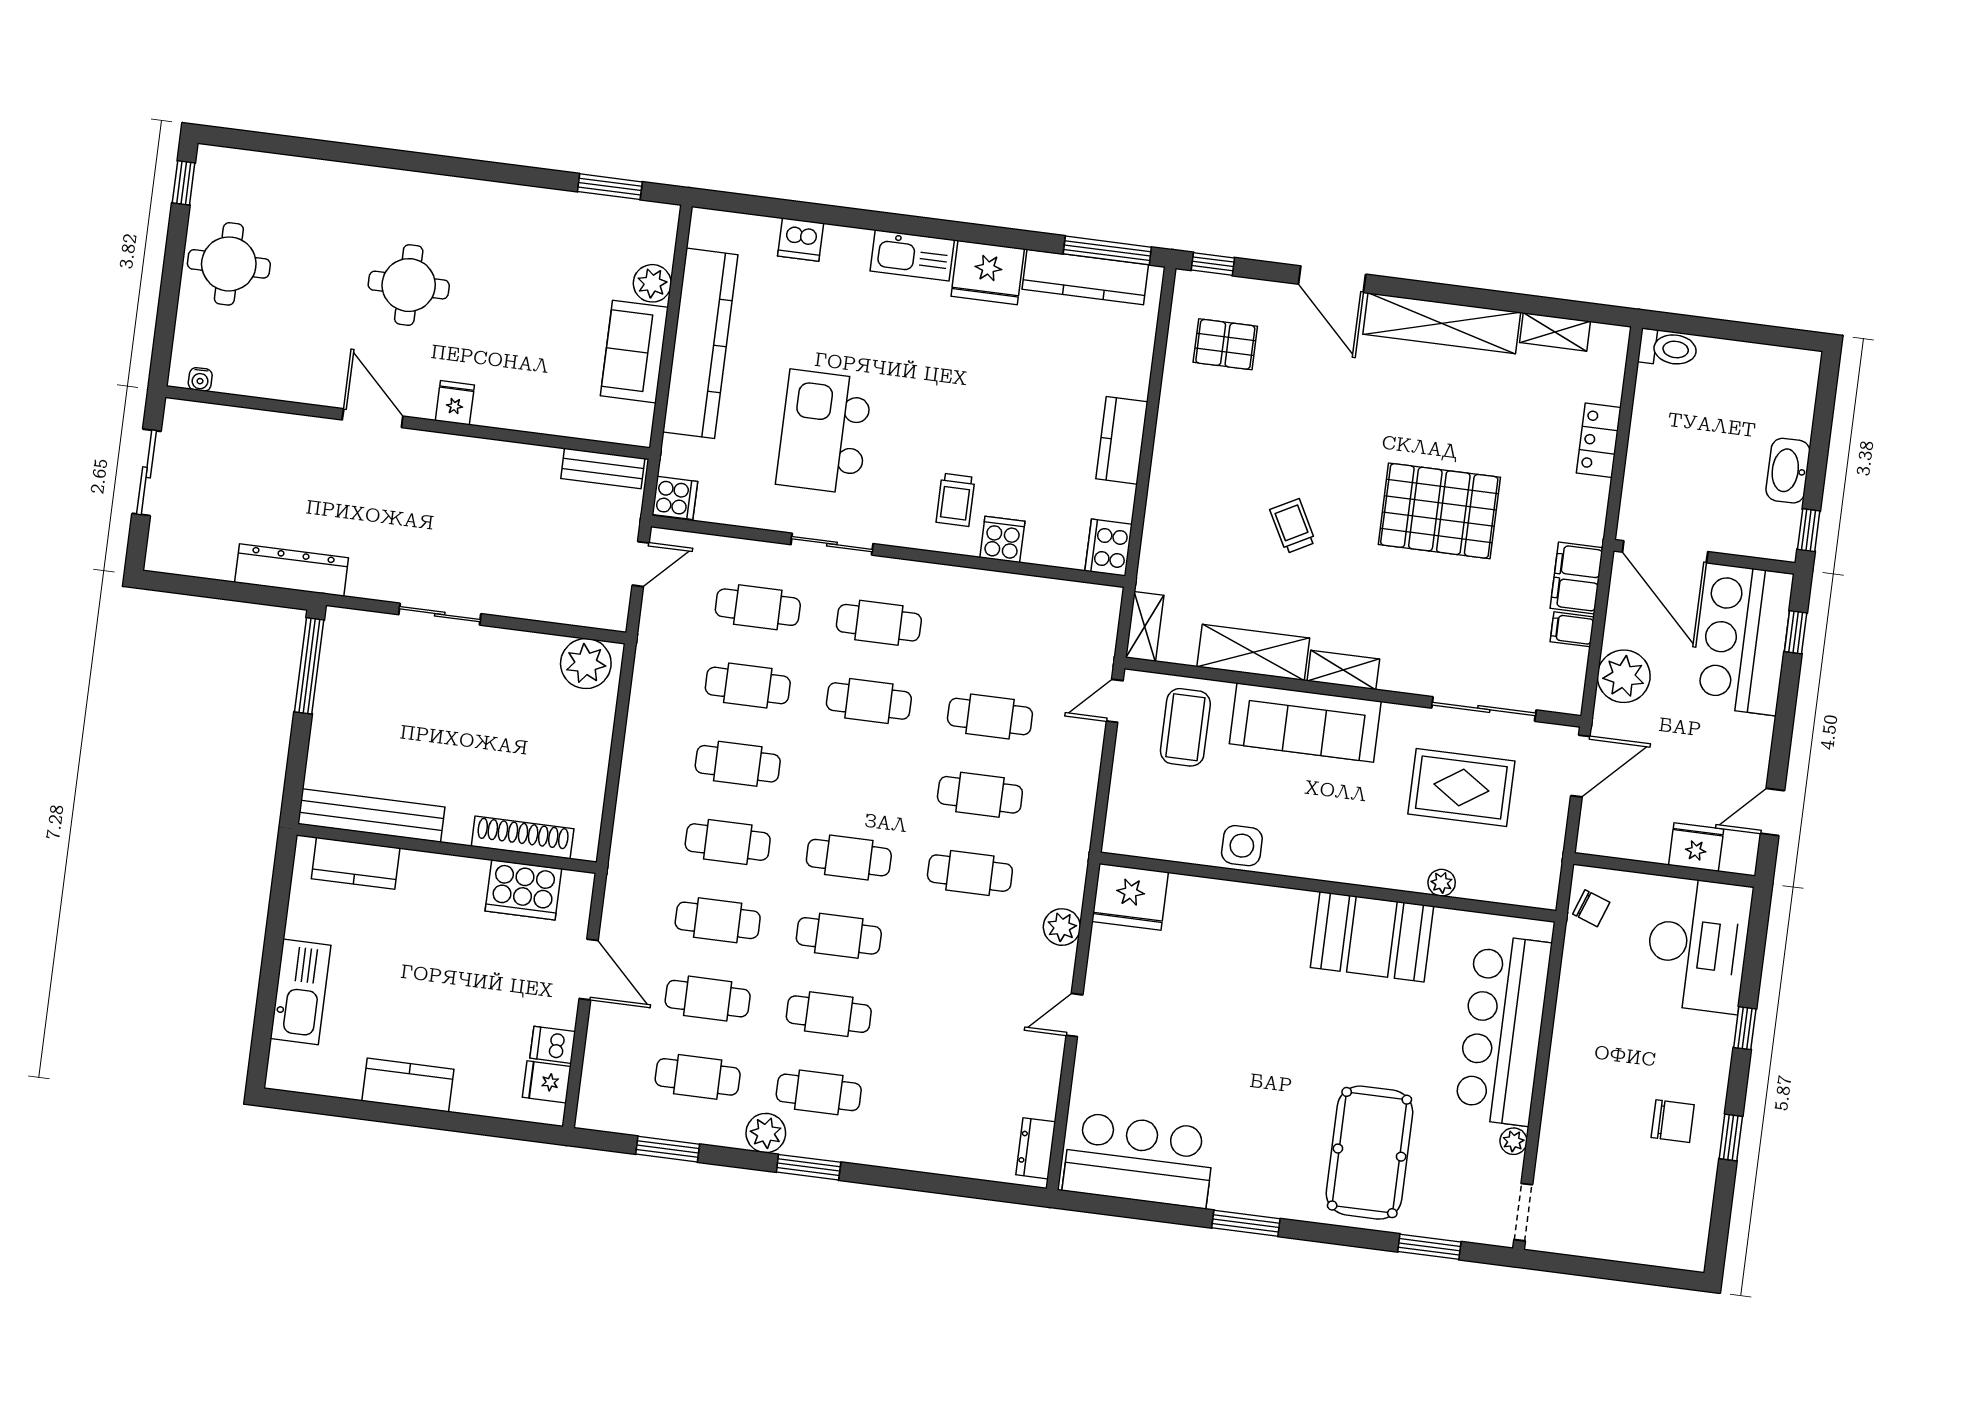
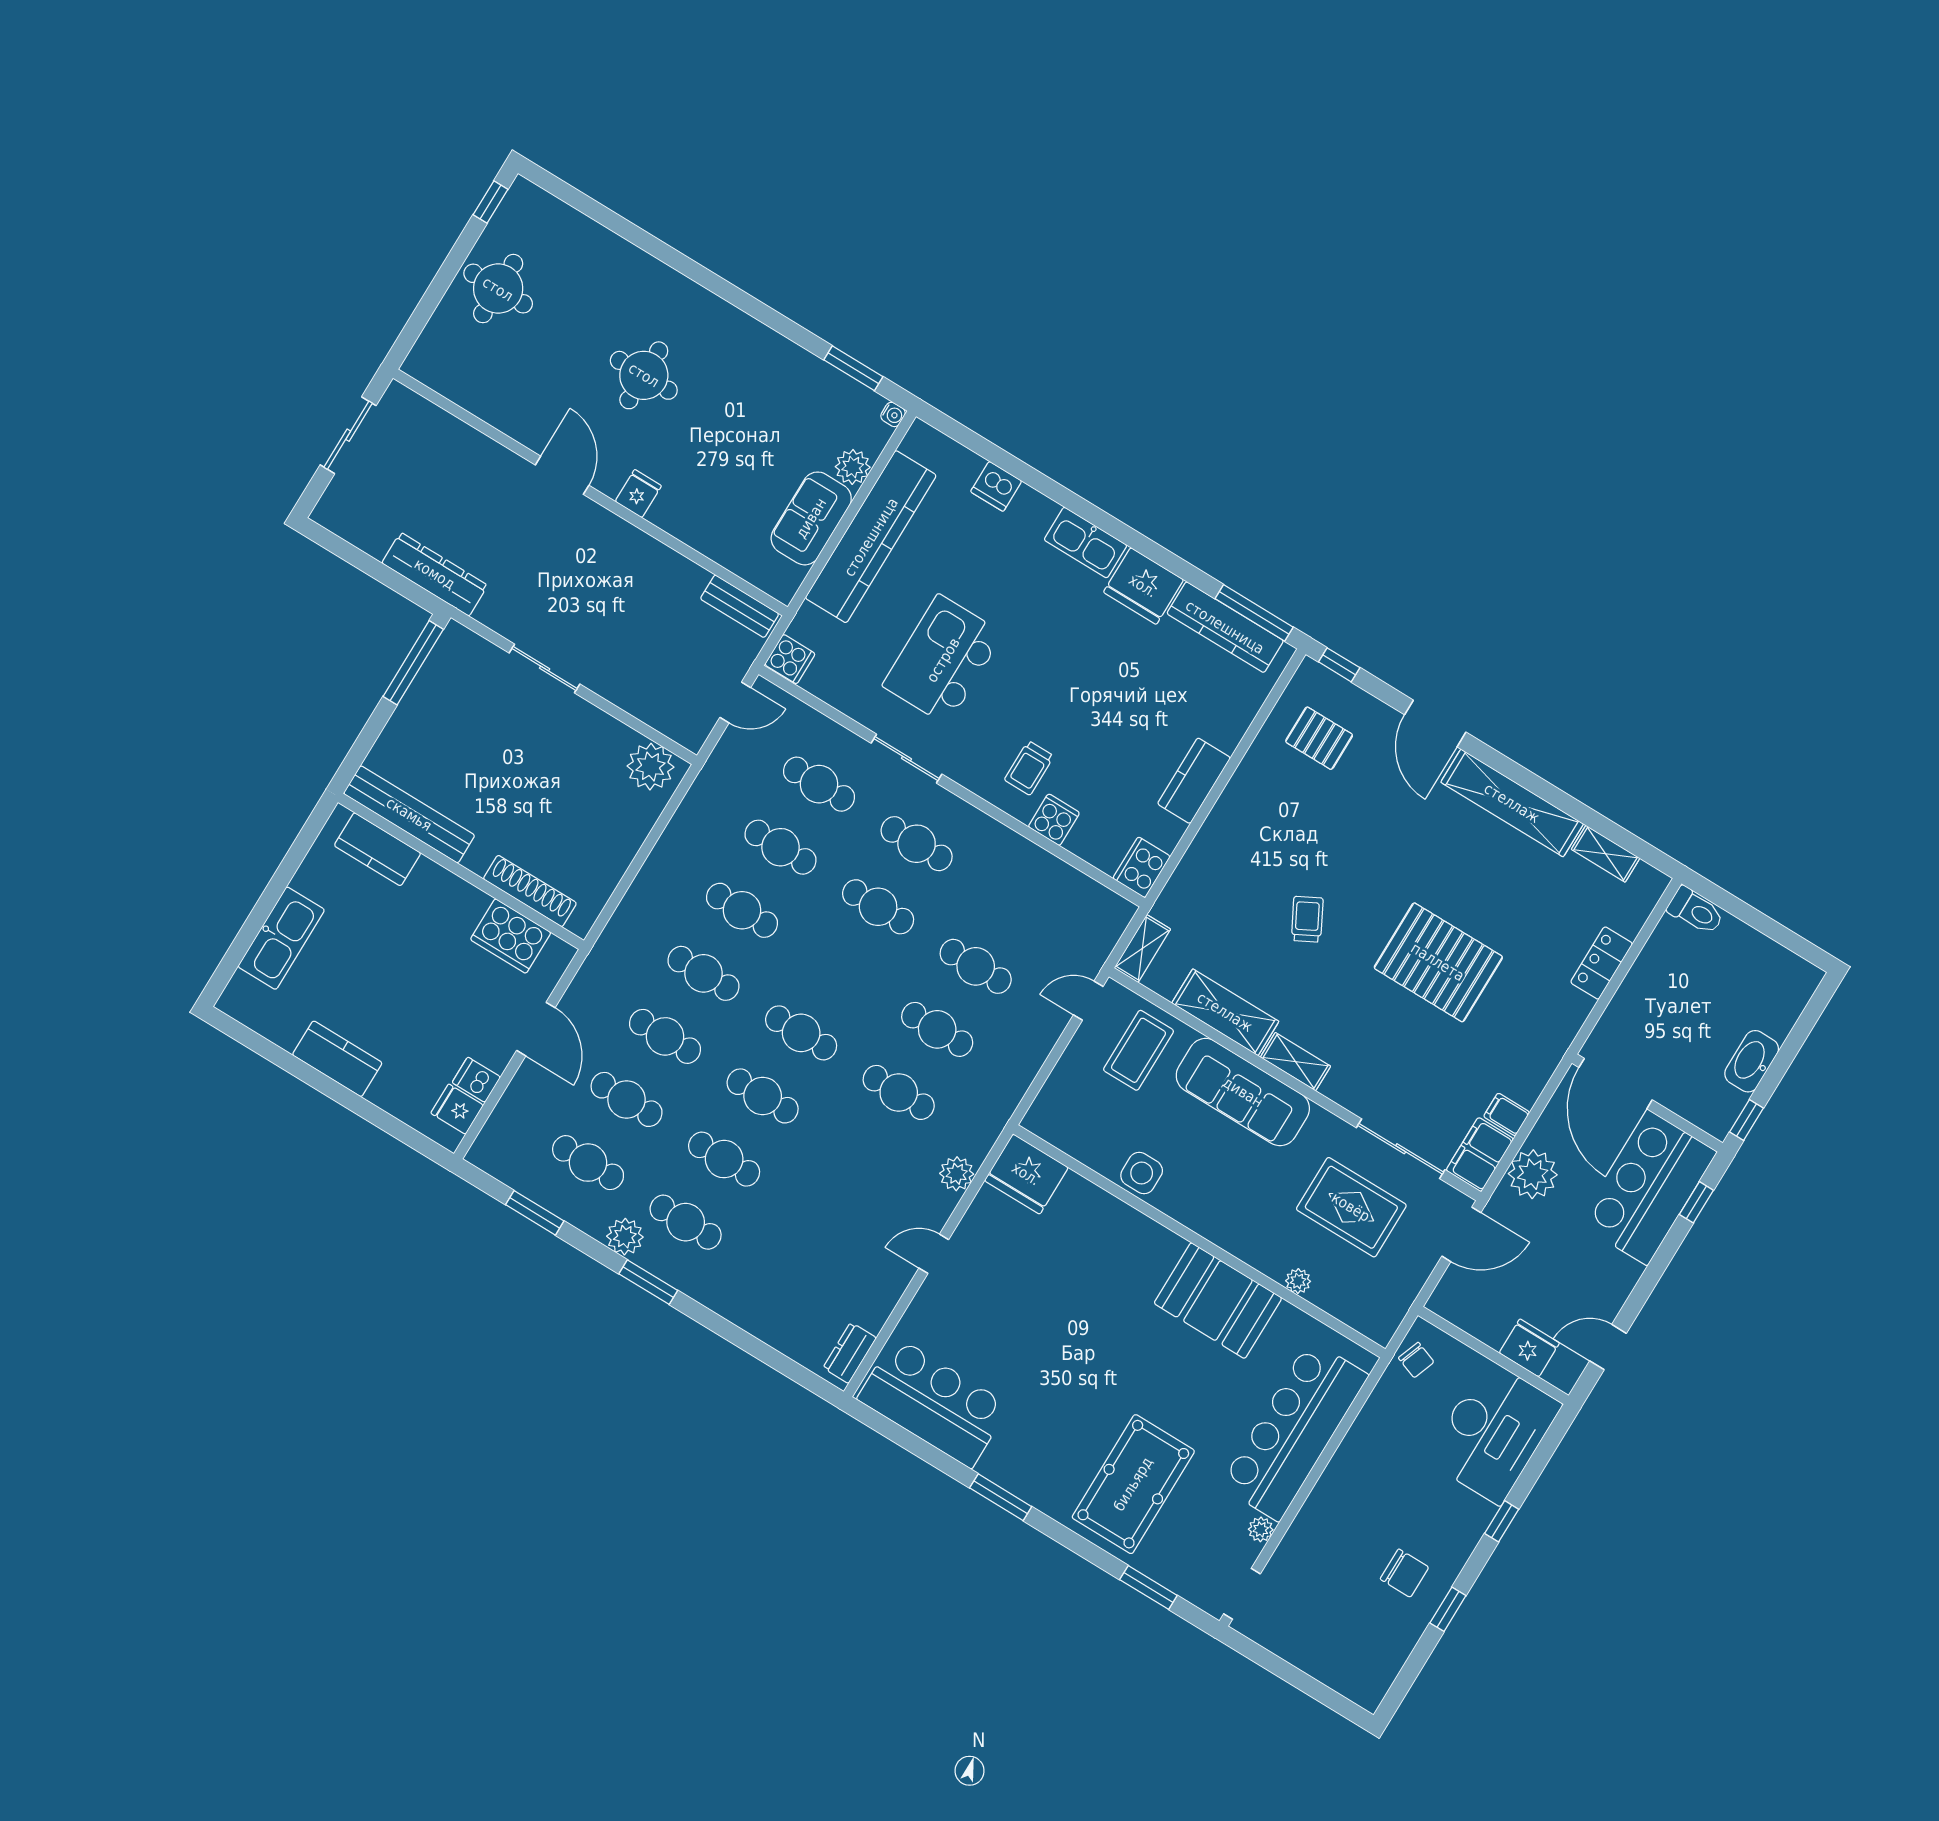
water cooler: (200, 379) -> (893, 414), moved, turned -90
filing cabinet: (1577, 578) -> (1480, 1155), moved

